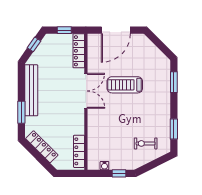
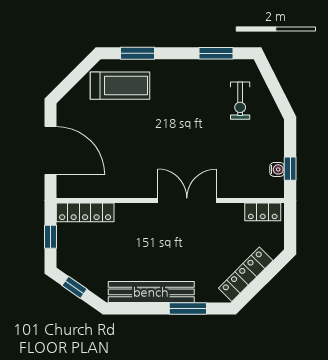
treadmill: (125, 85) -> (120, 86), moved, turned -90
double door: (86, 91) -> (187, 201), moved
locker: (79, 151) -> (263, 212), width x0.66
window: (119, 173) -> (290, 169), moved

